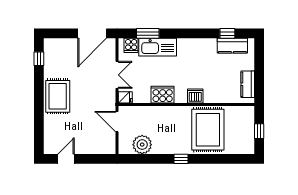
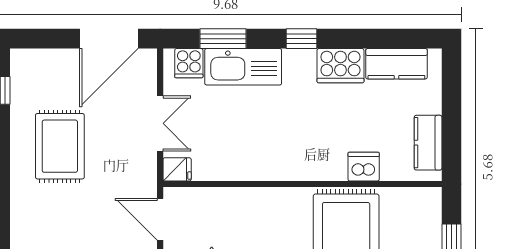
window: (227, 33) -> (302, 39), moved
cooker: (163, 95) -> (340, 66), moved, turned 180
rug: (58, 96) -> (60, 146), moved
dishwasher: (195, 96) -> (364, 167), moved

